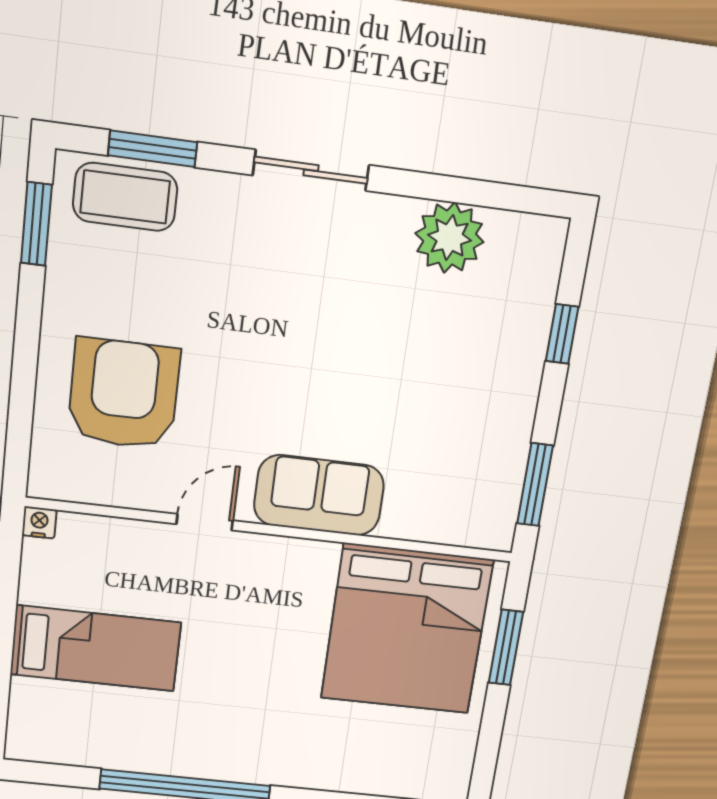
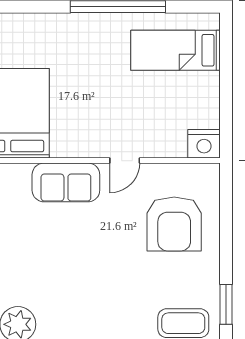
nightstand: (39, 523) -> (204, 144), width x1.89, depth x1.79
bed: (95, 648) -> (175, 50), moved

